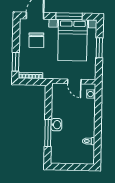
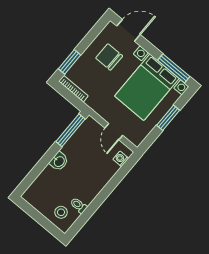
window: (69, 16) -> (174, 68), moved
chair: (36, 40) -> (109, 57), turned 91
window: (48, 133) -> (71, 130), moved
stool: (82, 153) -> (61, 212), added

